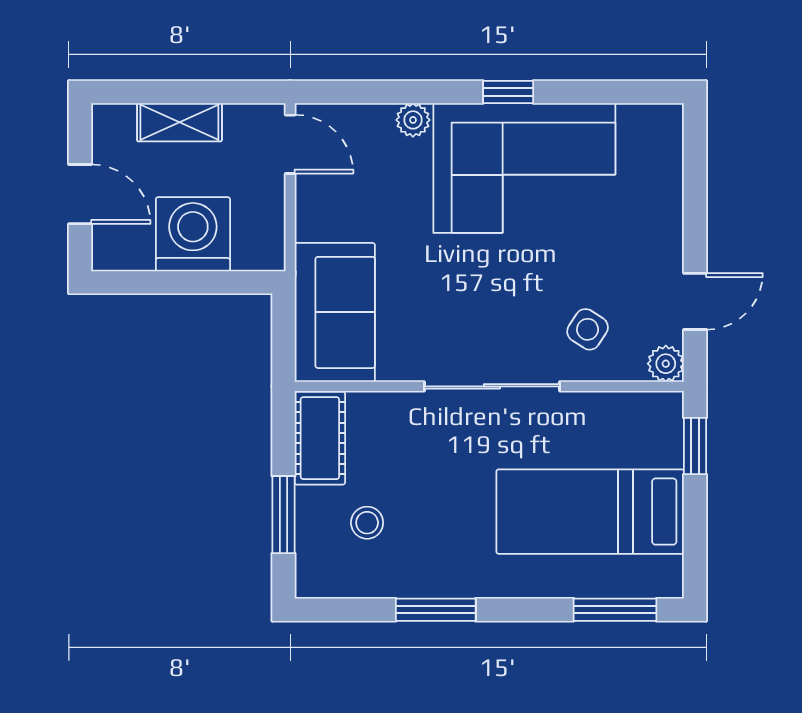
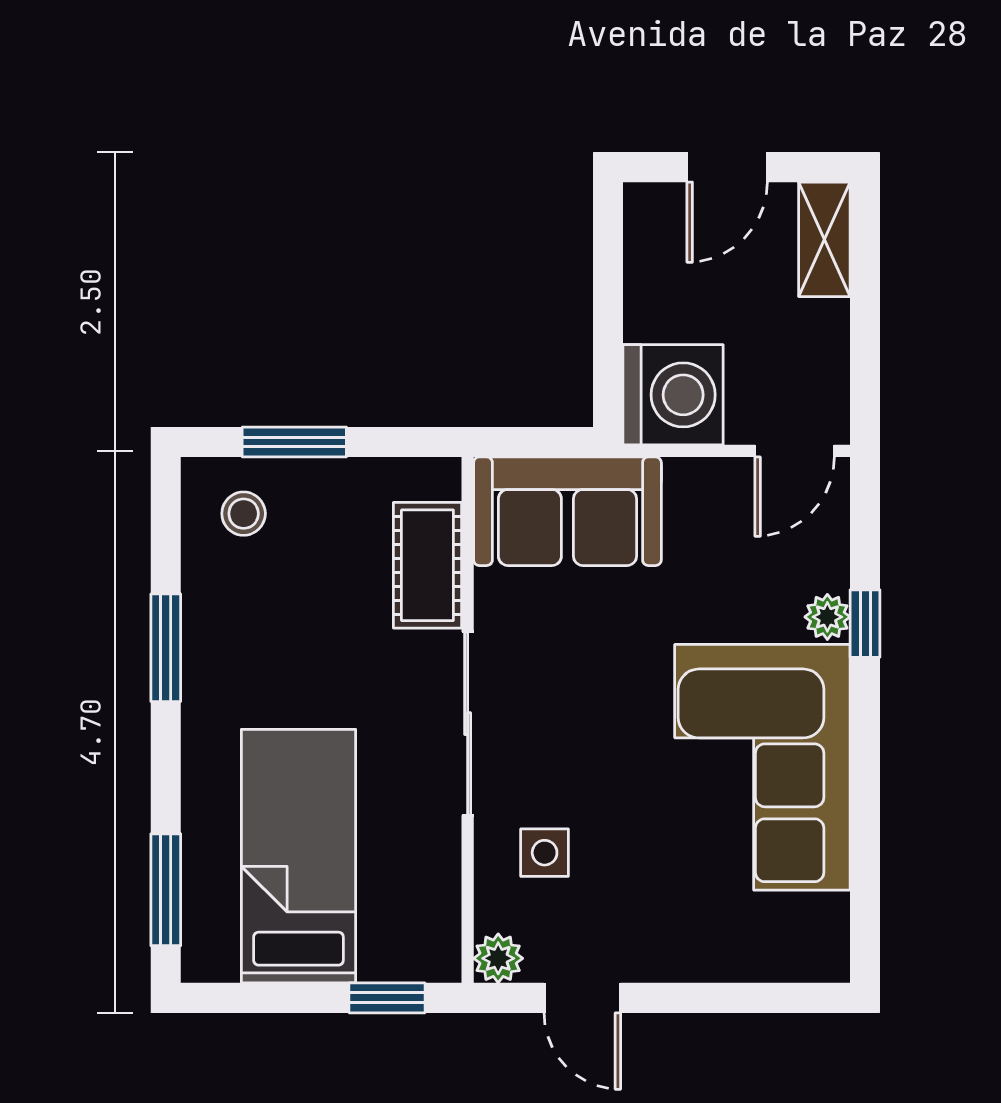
window: (508, 92) -> (865, 624), moved
shelving: (179, 122) -> (824, 239), moved
washing machine: (193, 234) -> (673, 395), moved
side table: (588, 329) -> (545, 853), turned -33
cot: (320, 438) -> (427, 565), moved, turned 90
stool: (367, 523) -> (244, 514), moved

